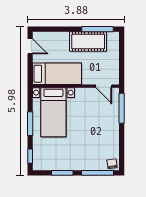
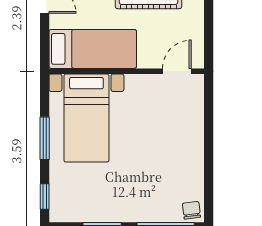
door: (104, 86) -> (177, 71), swing flipped
window: (122, 108) -> (209, 111), removed

